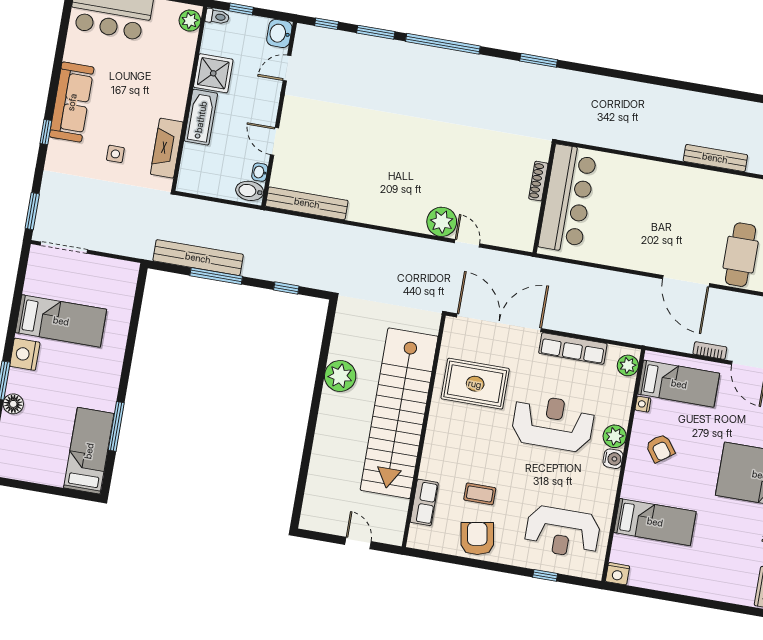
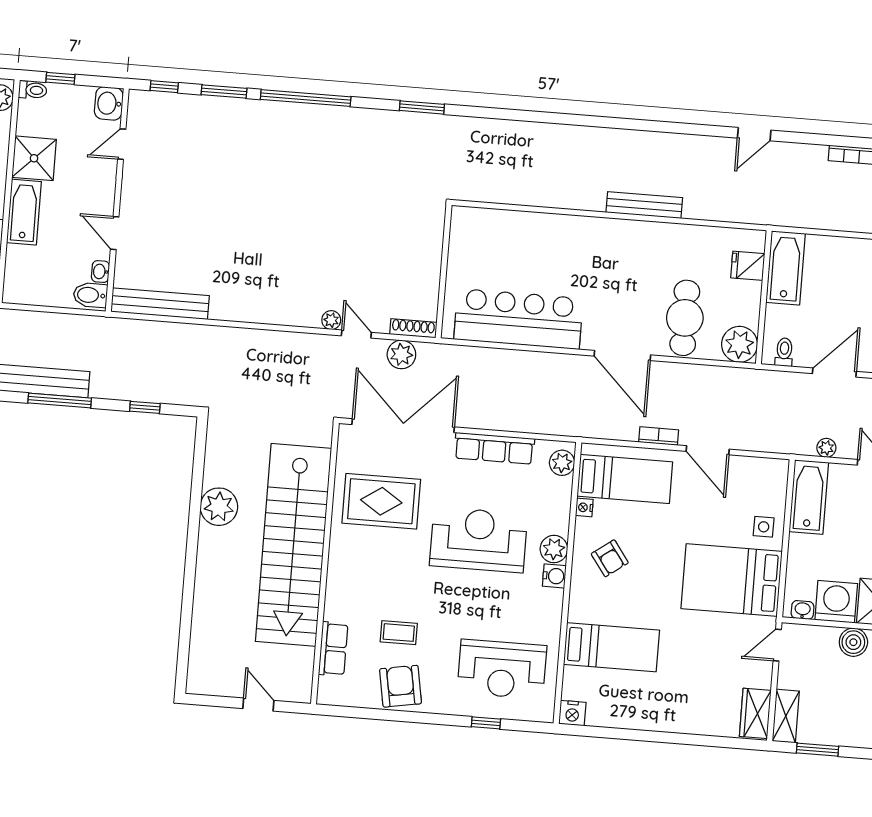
shoe rack: (538, 181) -> (413, 328), moved, turned 90
bar counter: (568, 199) -> (518, 319), moved, turned -90
plant: (442, 222) -> (331, 320), width x0.53, depth x0.53
plant: (503, 264) -> (401, 354), added

